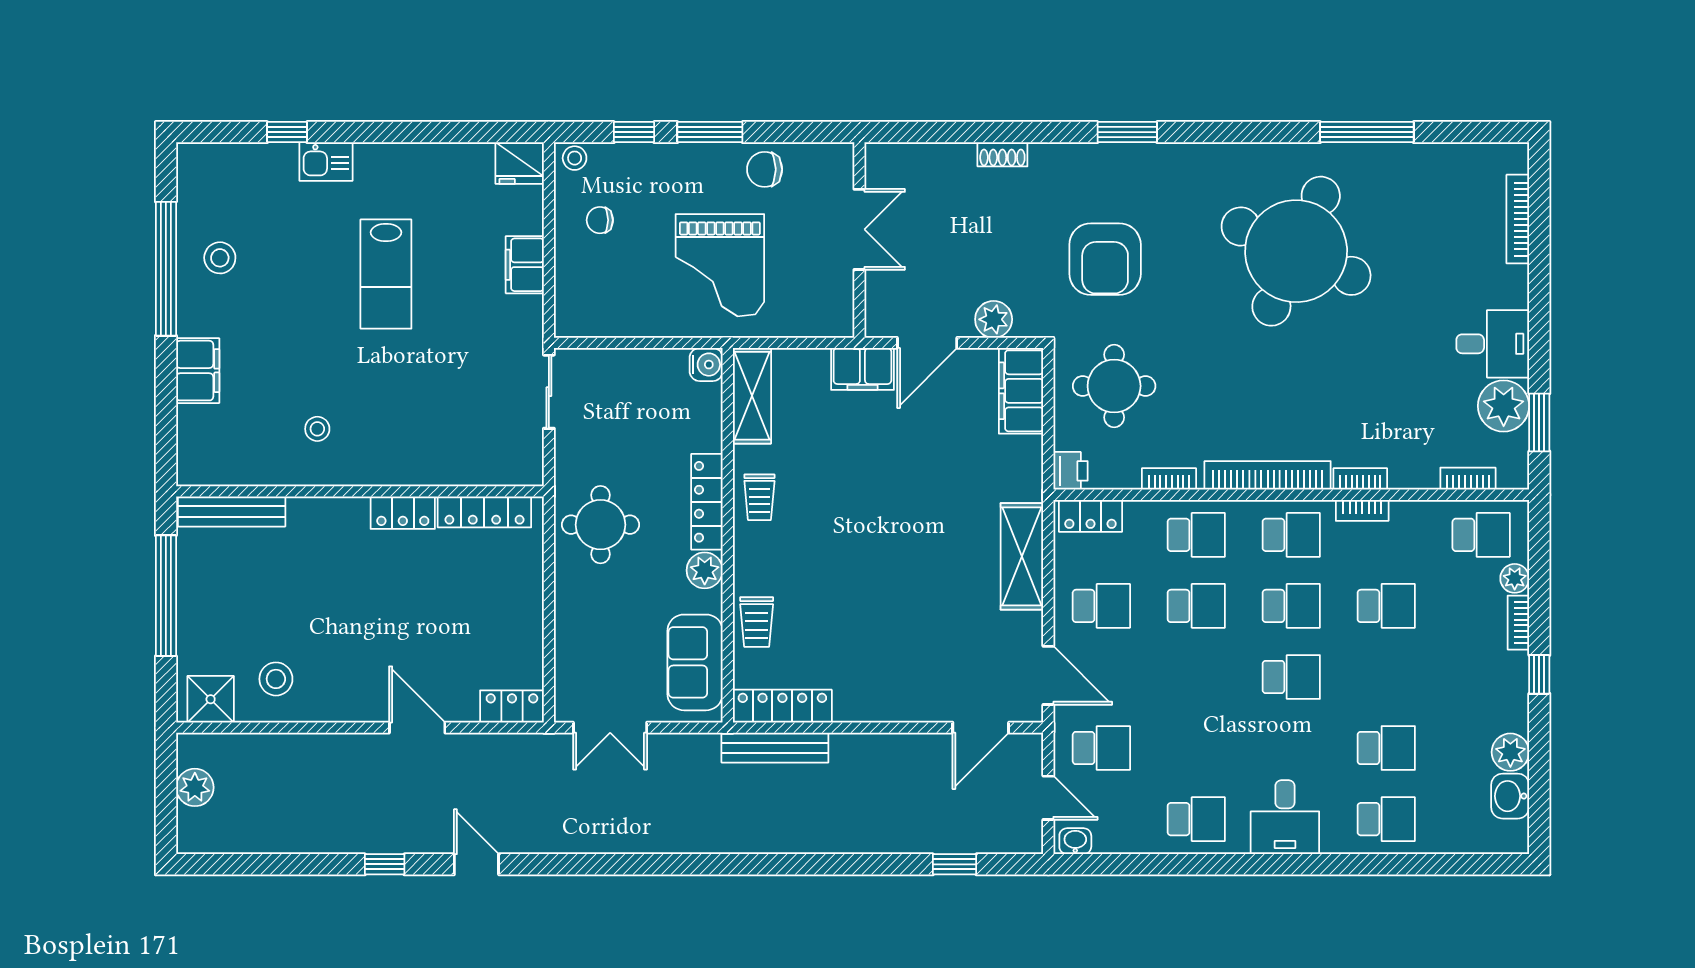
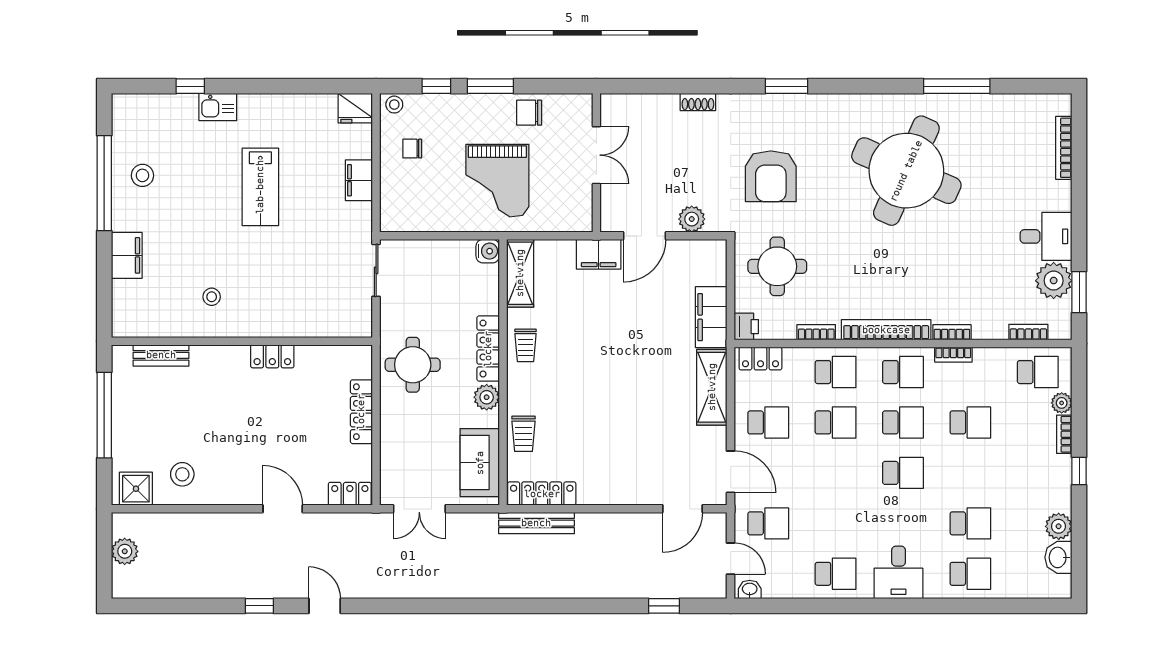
filing cabinet: (1021, 391) -> (711, 317), moved
bench: (232, 511) -> (161, 355), width x0.73
locker: (484, 512) -> (361, 412), moved, turned 90

